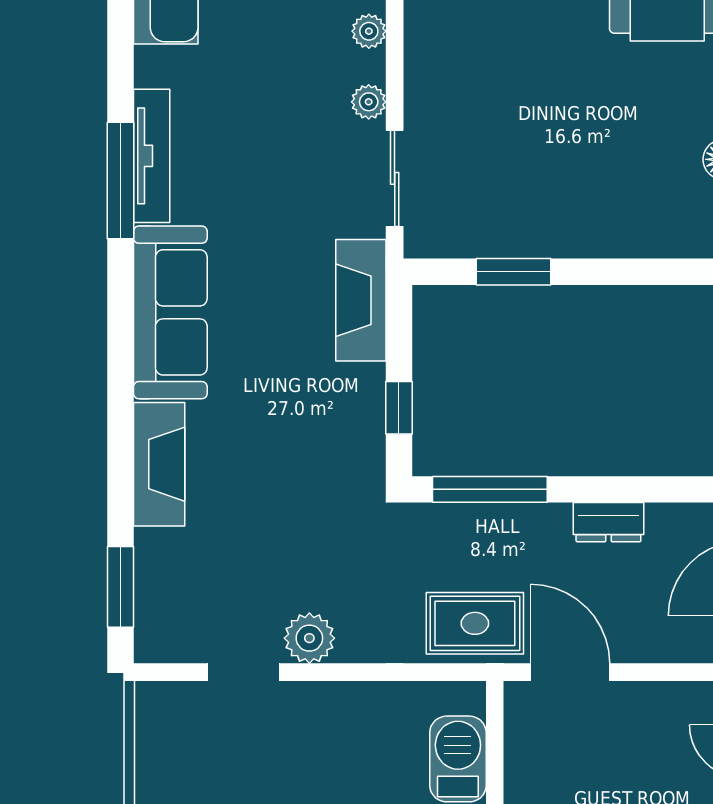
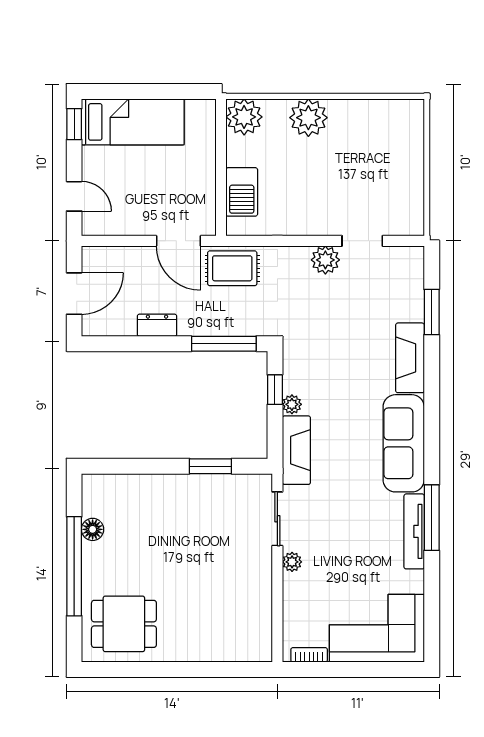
plant: (369, 31) -> (292, 404), moved
window: (121, 587) -> (432, 312), moved

